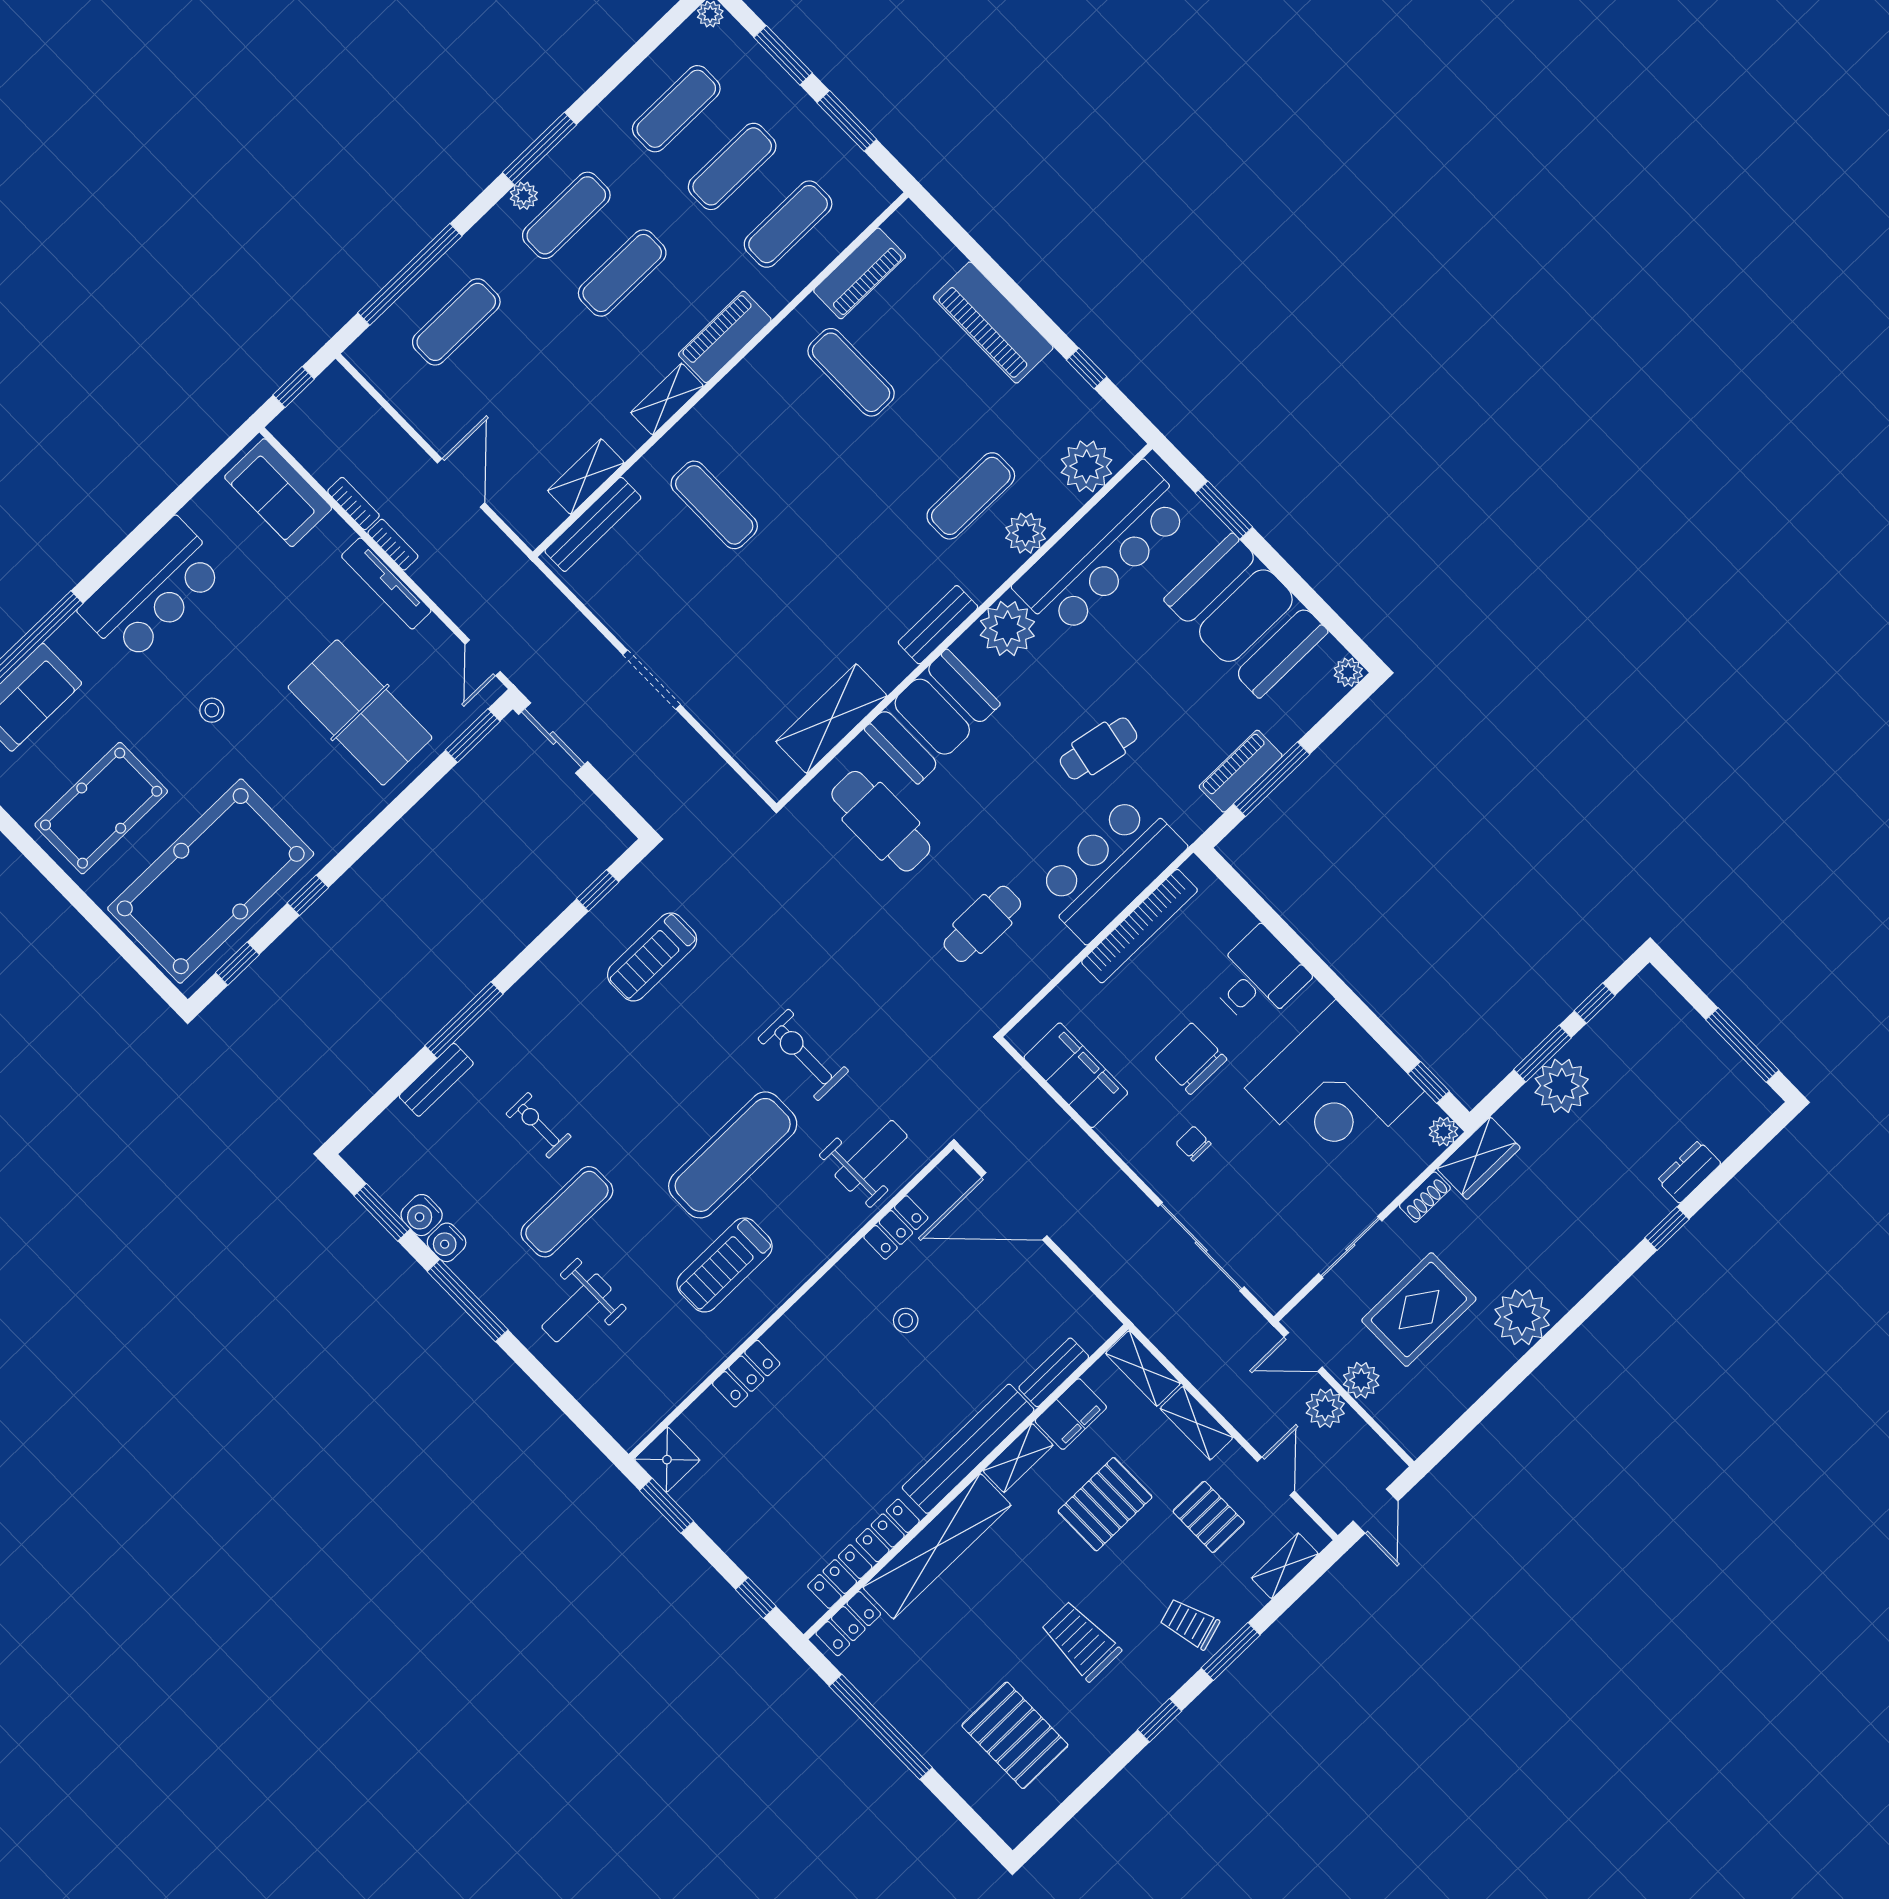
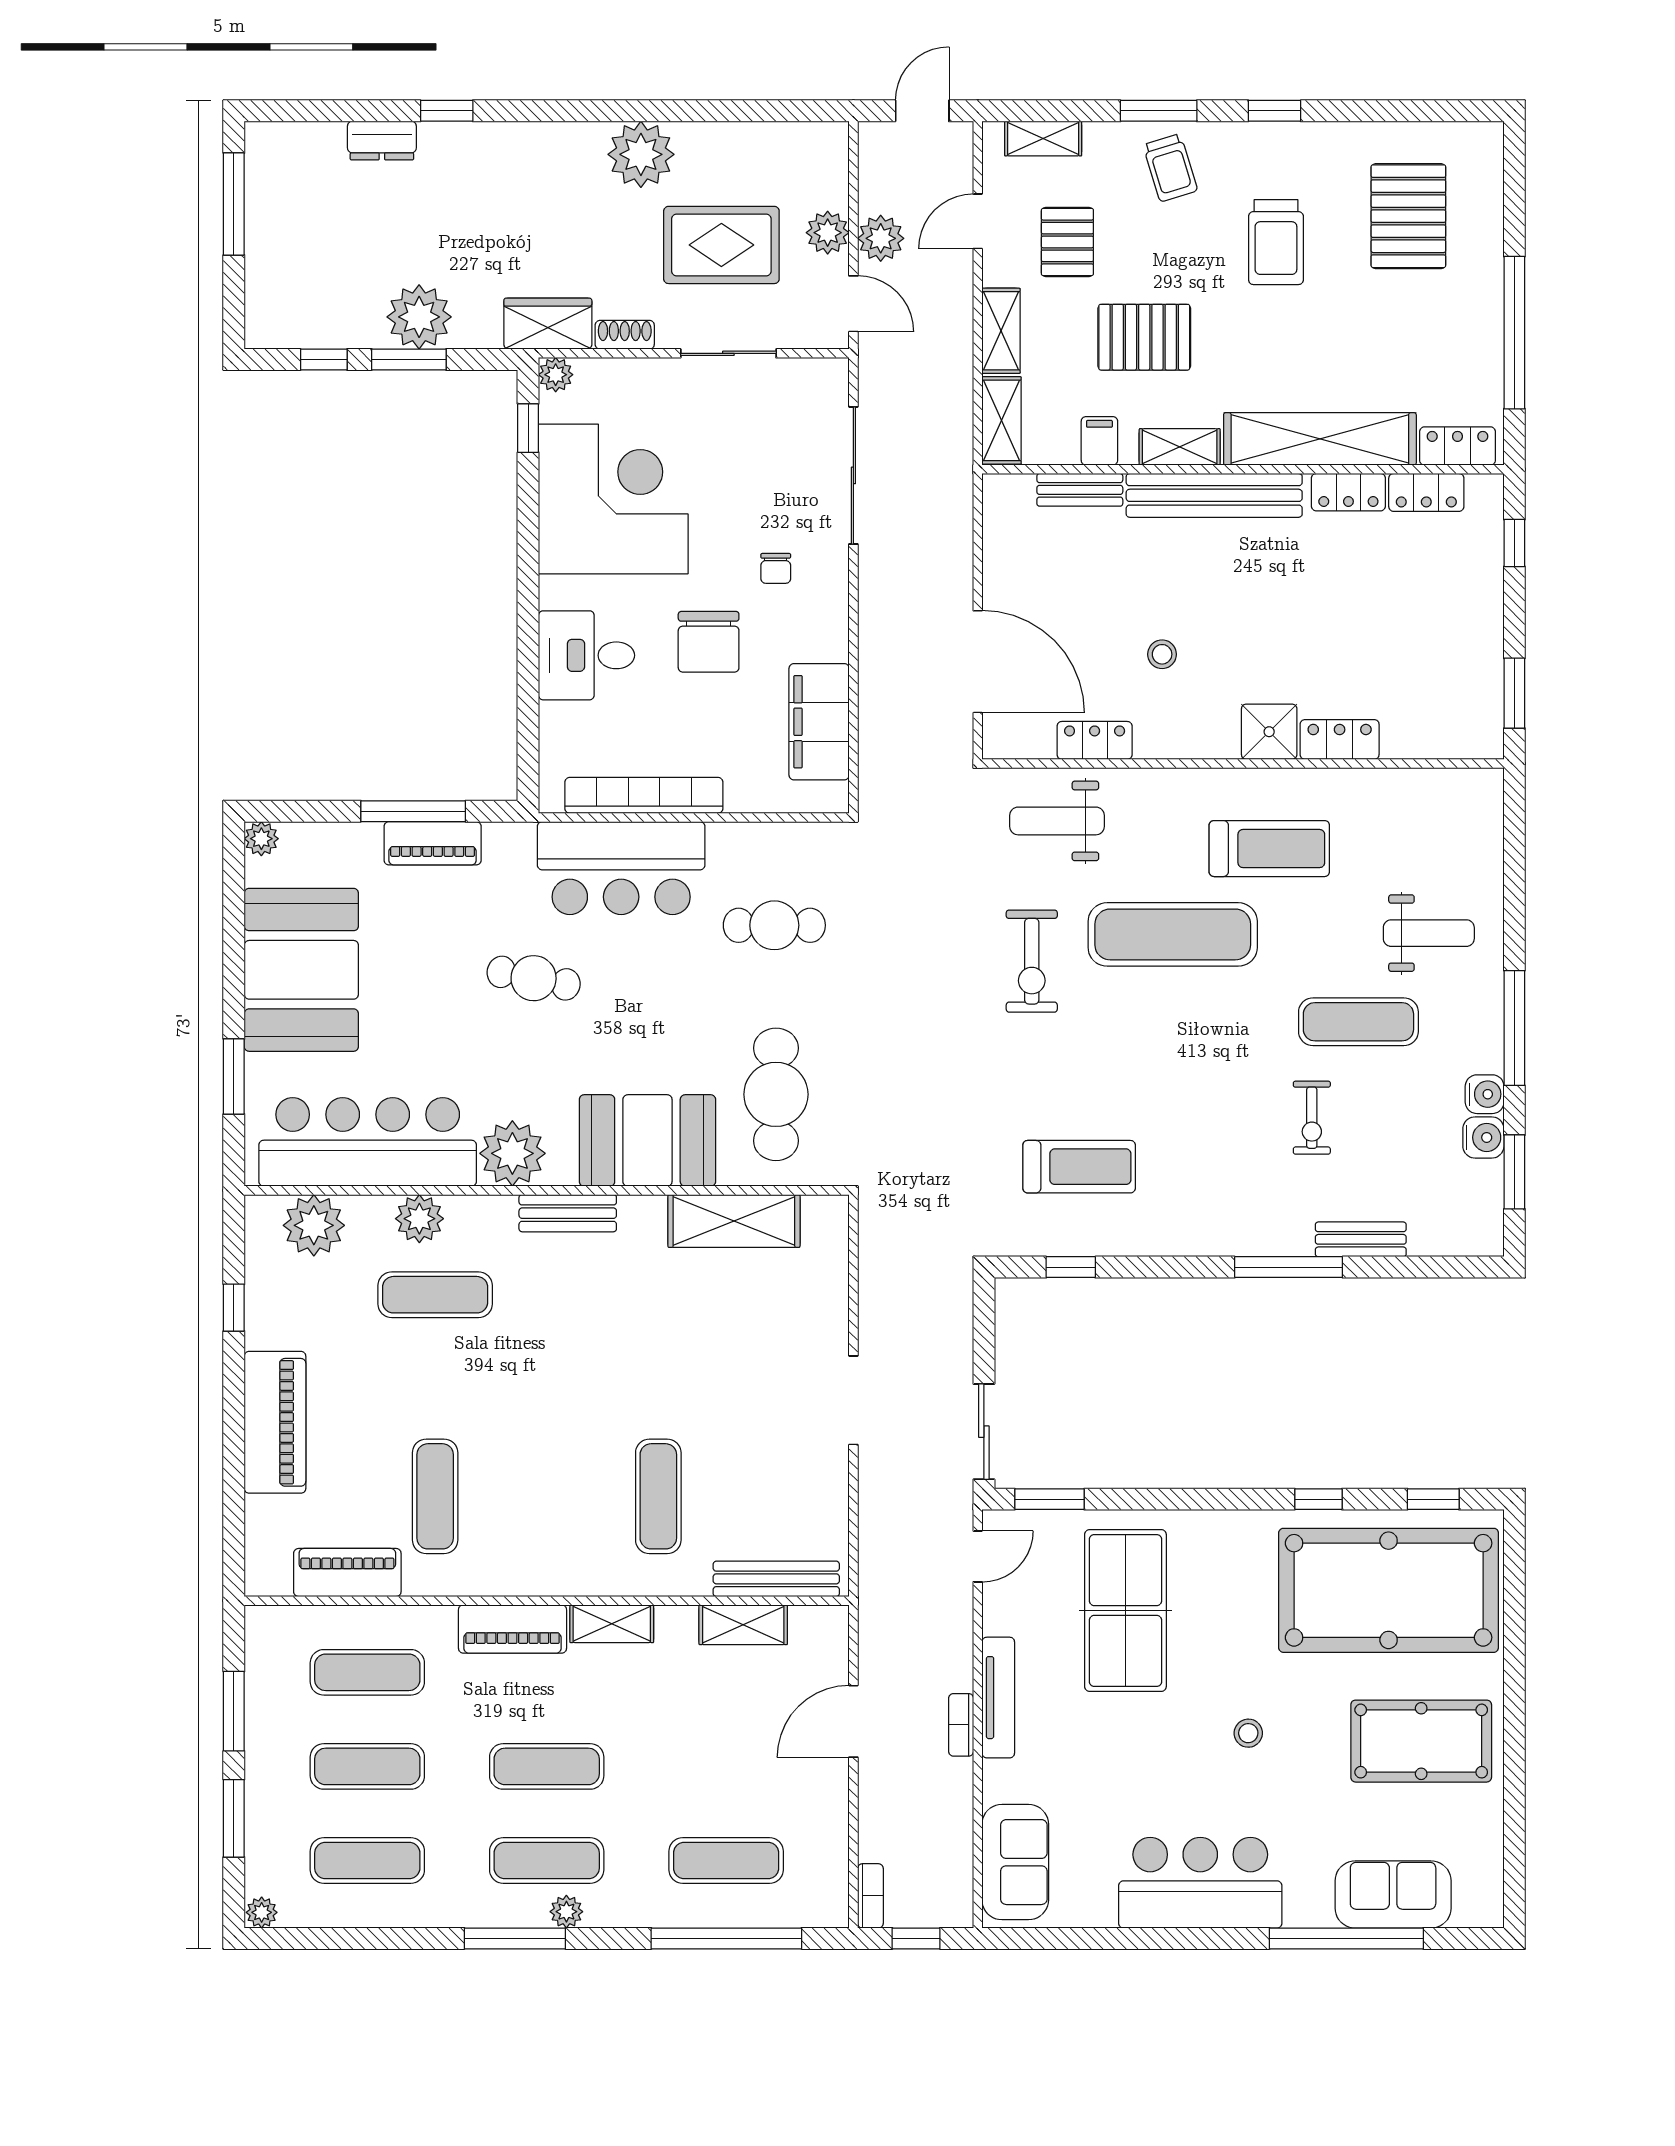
bookcase: (353, 504) -> (870, 1896), moved, turned 180
filing cabinet: (1071, 1414) -> (1099, 441), width x0.50
shower: (667, 1460) -> (1269, 732), moved

